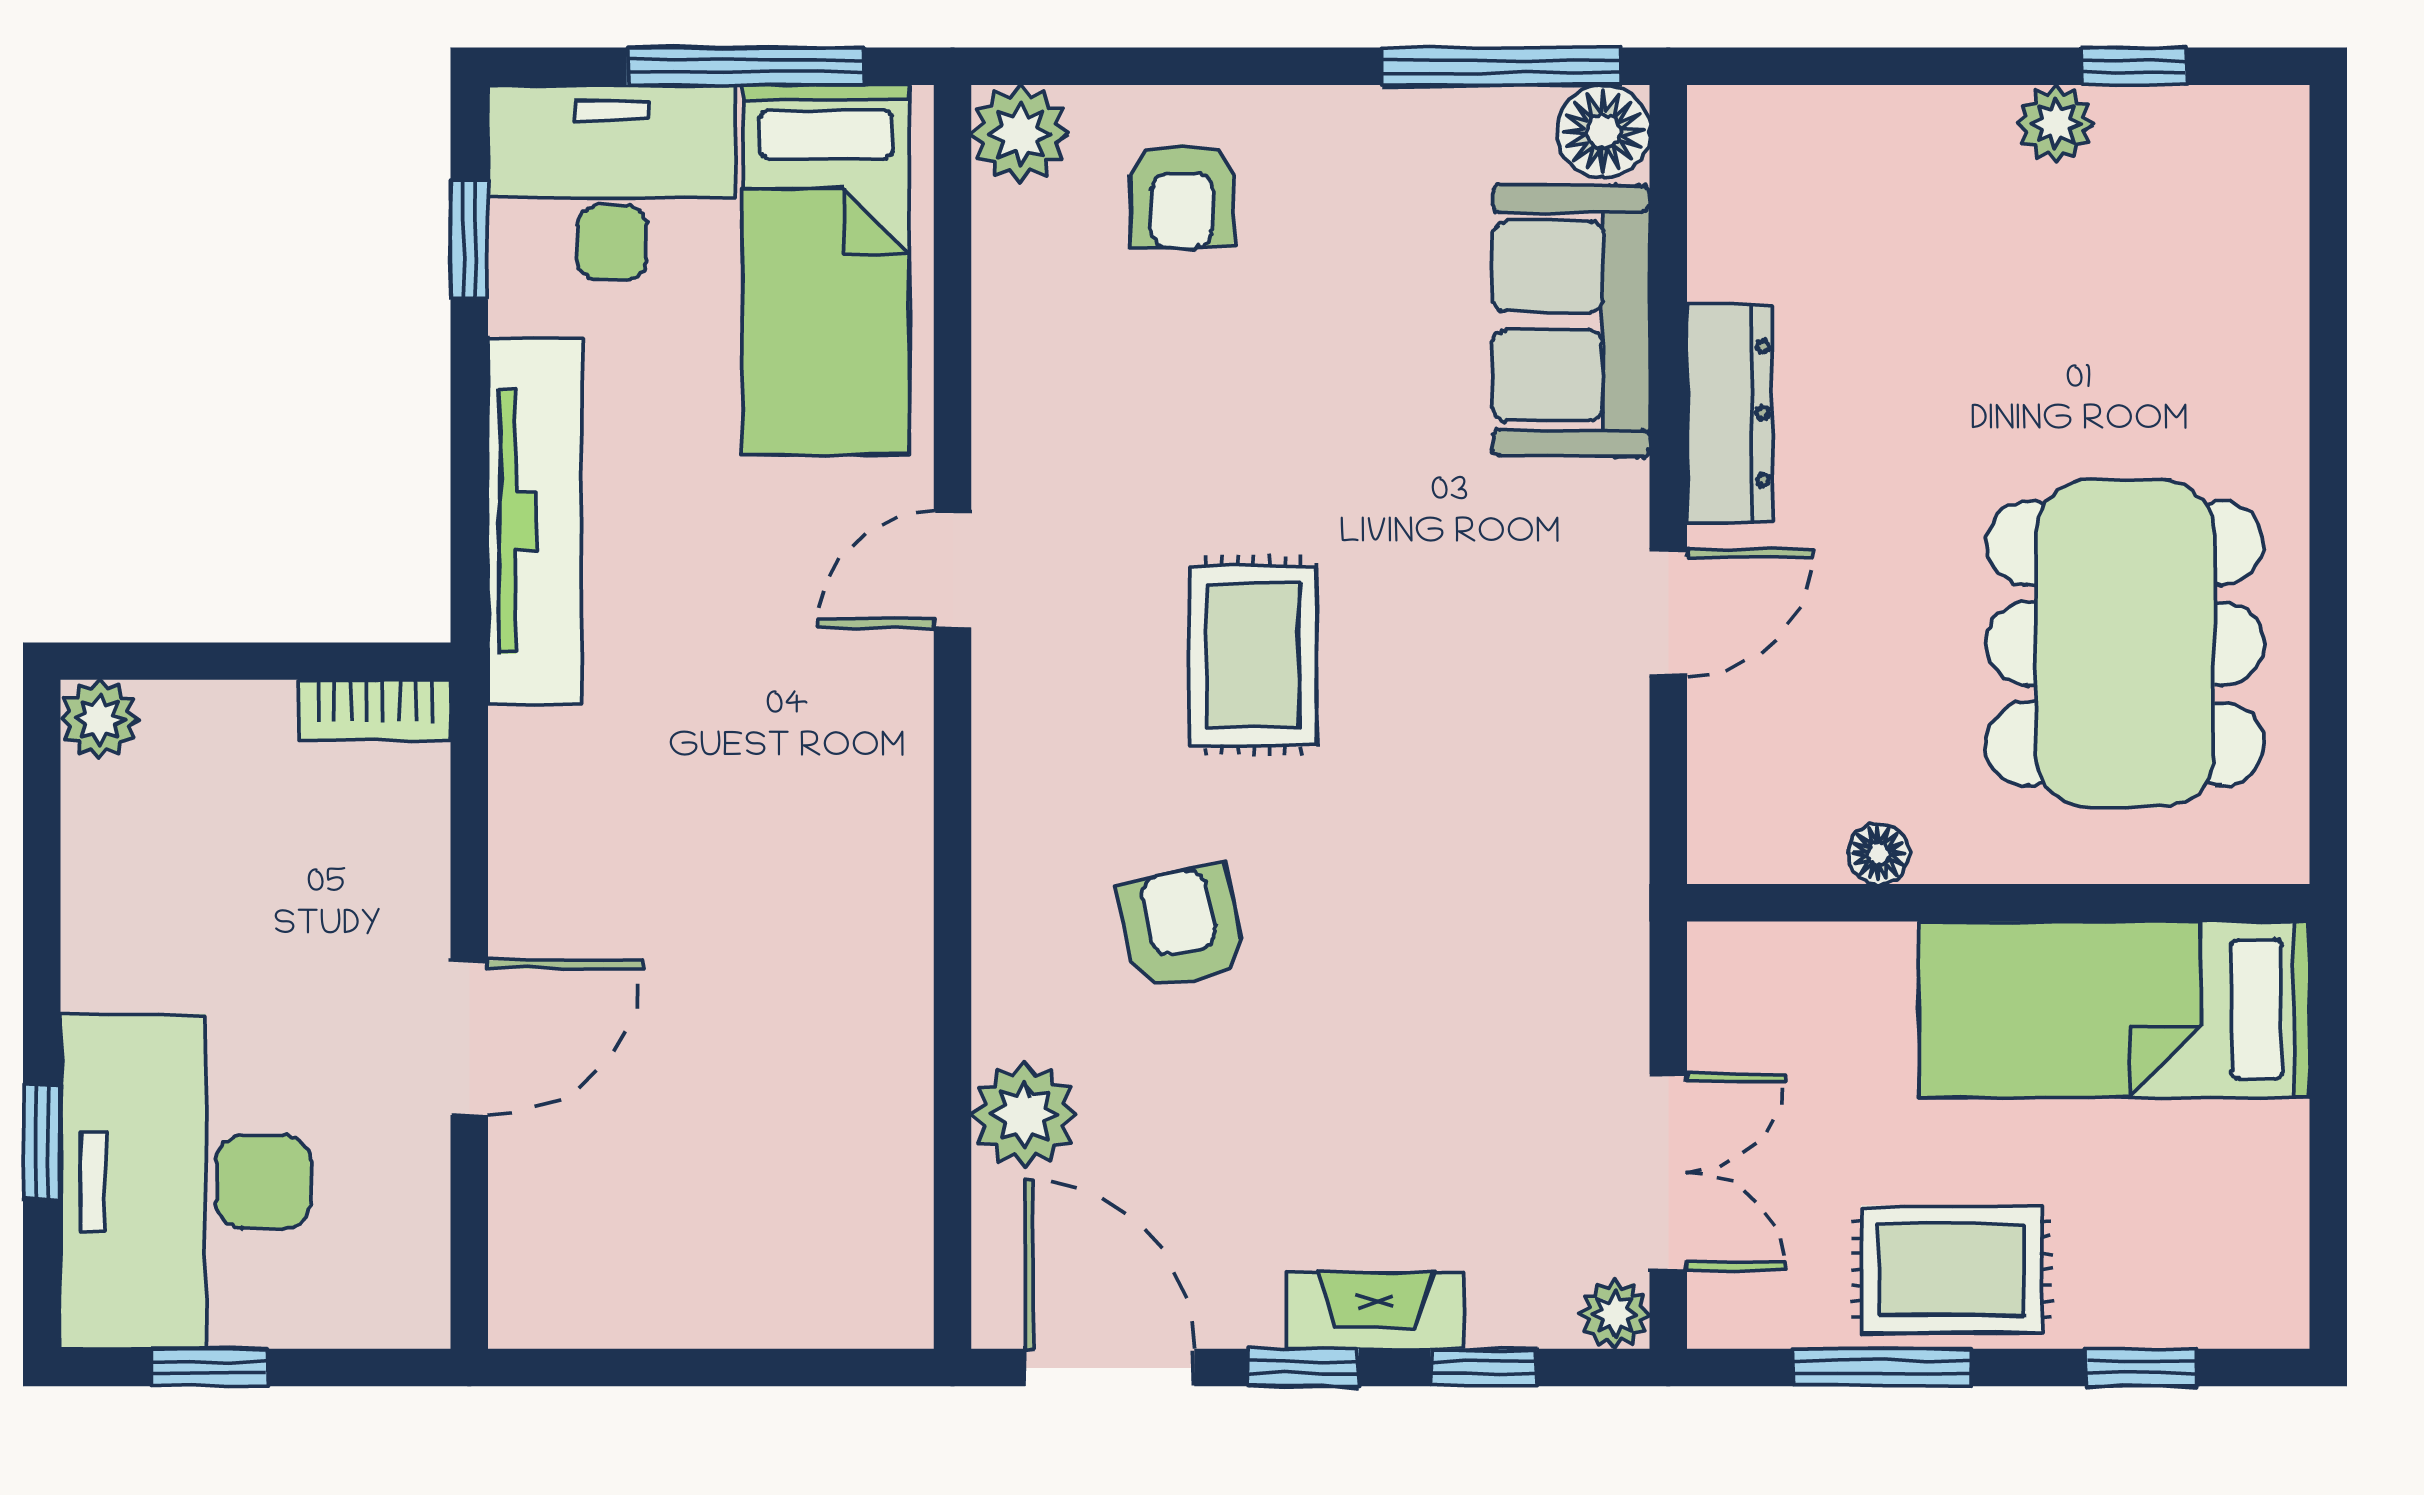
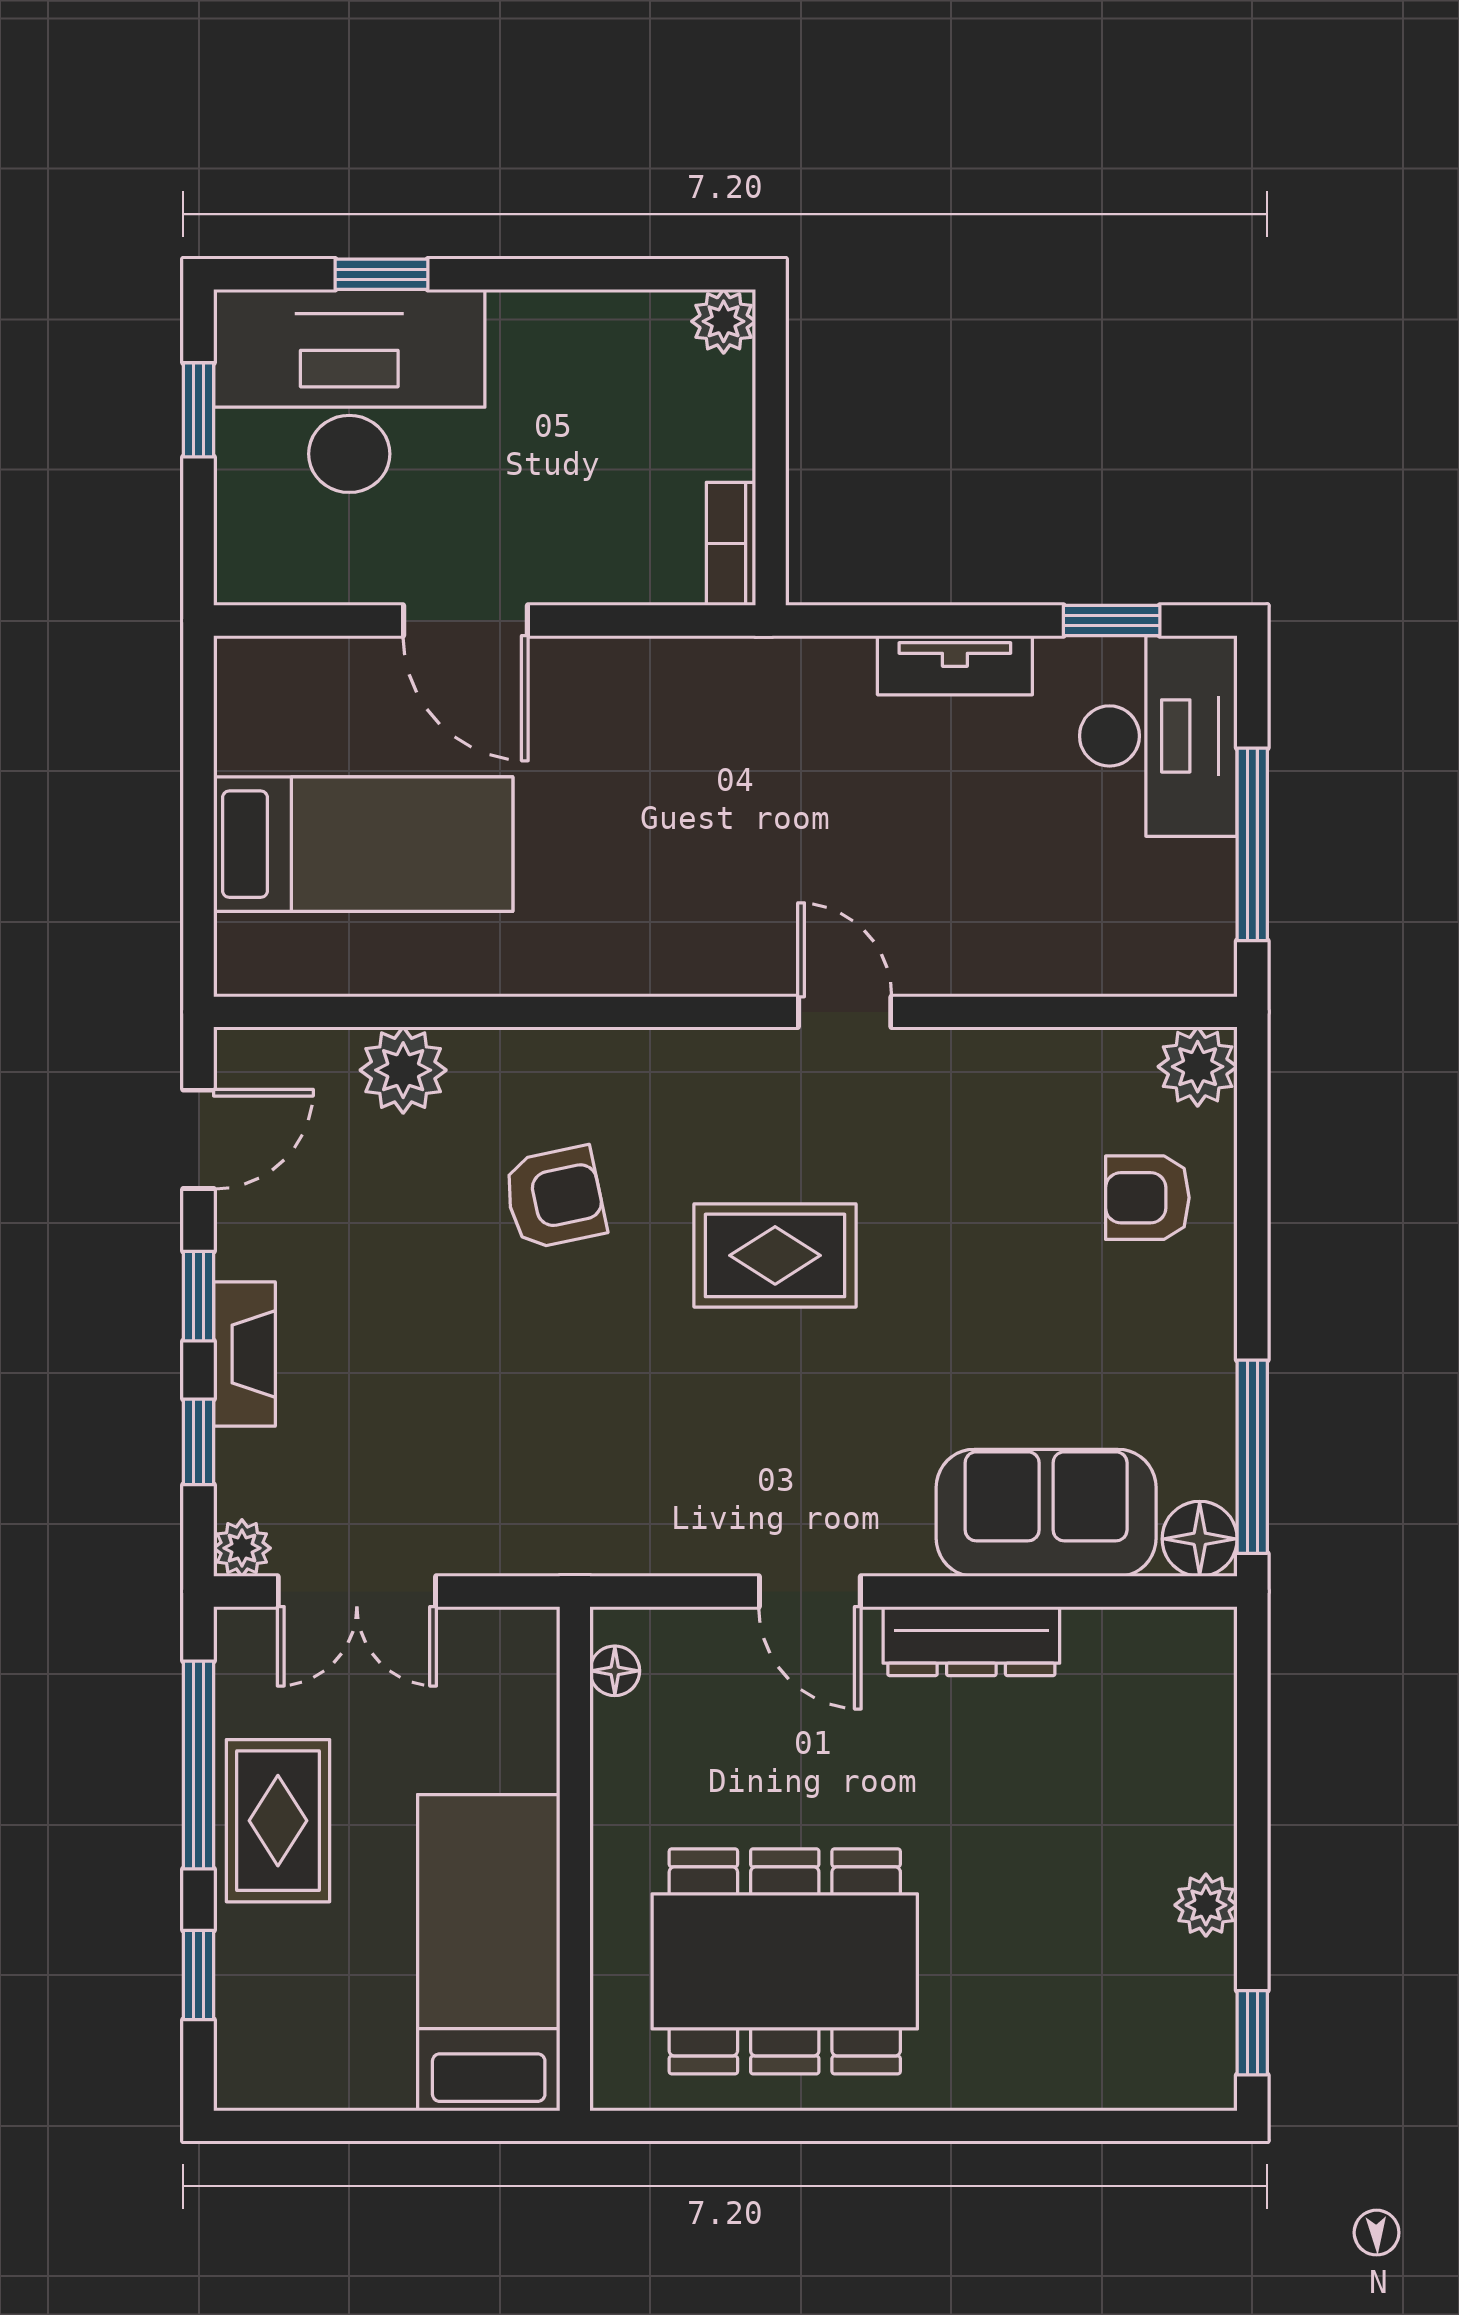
window: (2134, 66) -> (1252, 2033), moved
bed: (826, 270) -> (363, 844), moved, turned 180
tv unit: (535, 521) -> (955, 665), width x0.52, depth x0.78
floor lamp: (1879, 854) -> (615, 1671), moved
door: (1110, 1368) -> (199, 1139), width x0.73
window: (1882, 1368) -> (199, 1765), width x1.44

